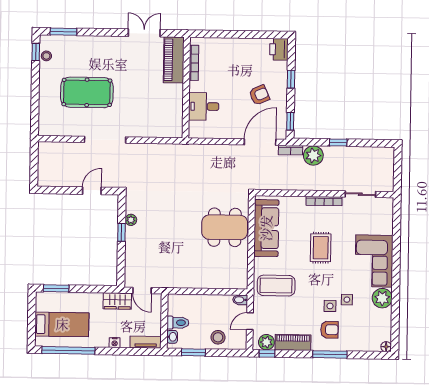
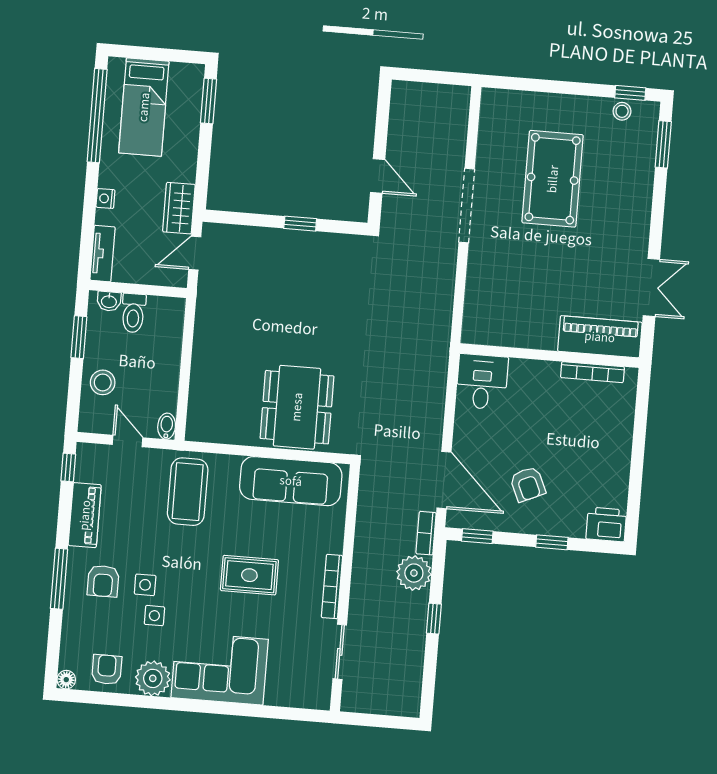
desk: (204, 106) -> (482, 382), moved
plant: (131, 220) -> (321, 242), removed
armchair: (379, 324) -> (107, 670), added
plant: (266, 342) -> (88, 468), removed

